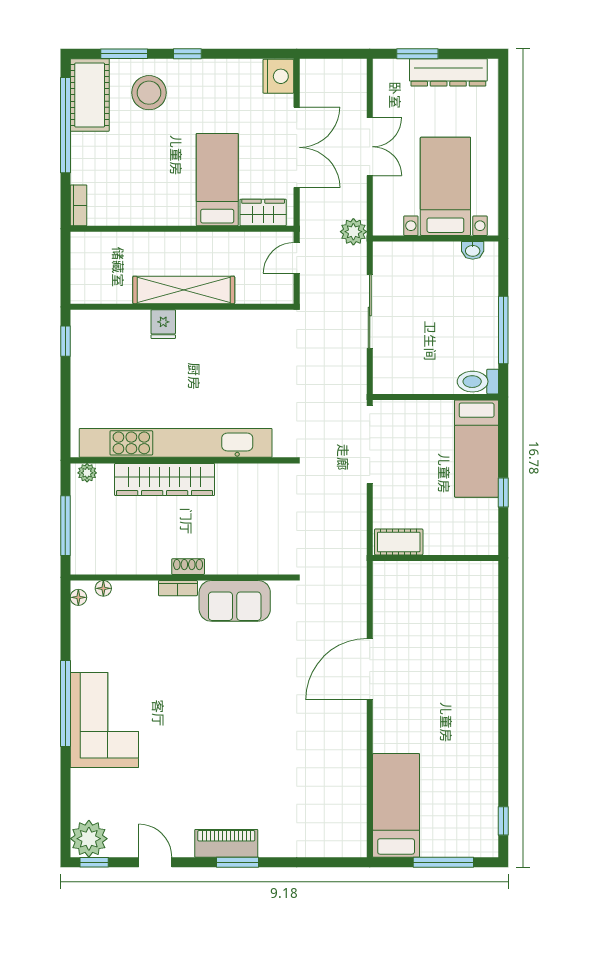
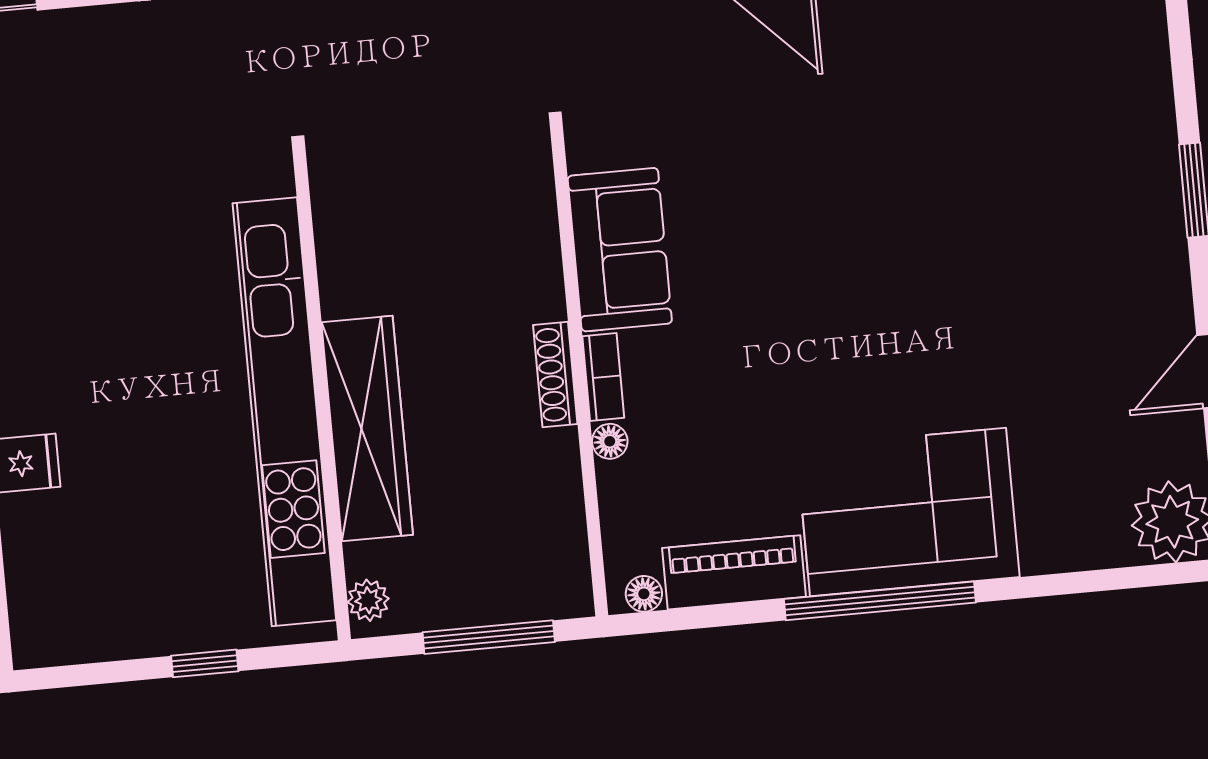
window: (65, 341) -> (205, 663), moved
shoe rack: (188, 567) -> (555, 374), width x1.43
floor lamp: (103, 588) -> (610, 441), moved
piano: (226, 843) -> (734, 572), moved, turned 90

